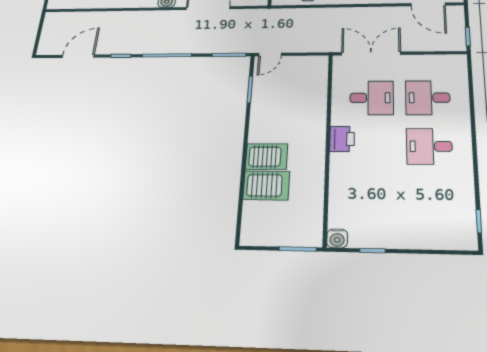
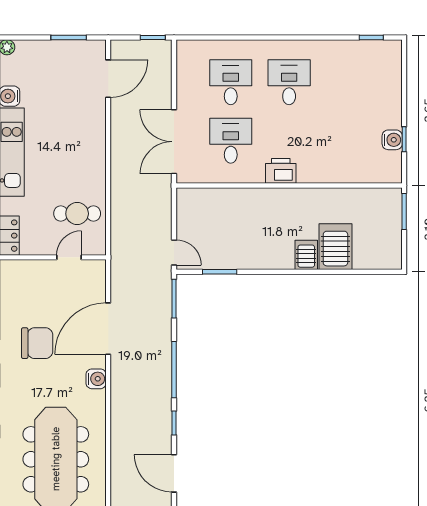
desk: (428, 98) -> (231, 82), turned 180
desk: (429, 146) -> (289, 82), turned 180
server rack: (267, 157) -> (306, 255), width x0.73, depth x0.70
water cooler: (337, 238) -> (392, 140), moved

